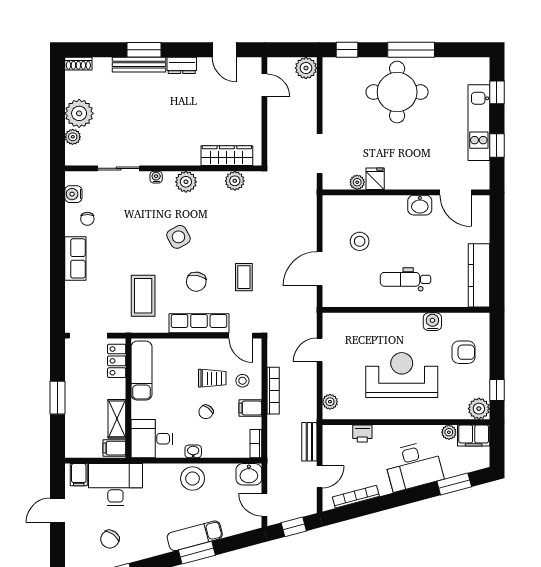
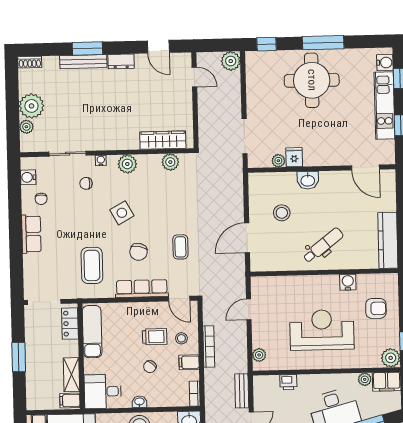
water cooler: (480, 74) -> (385, 63), added
chair: (139, 203) -> (86, 183), added
washbasin: (420, 205) -> (308, 180), moved
dental chair: (406, 279) -> (323, 245), turned 142

